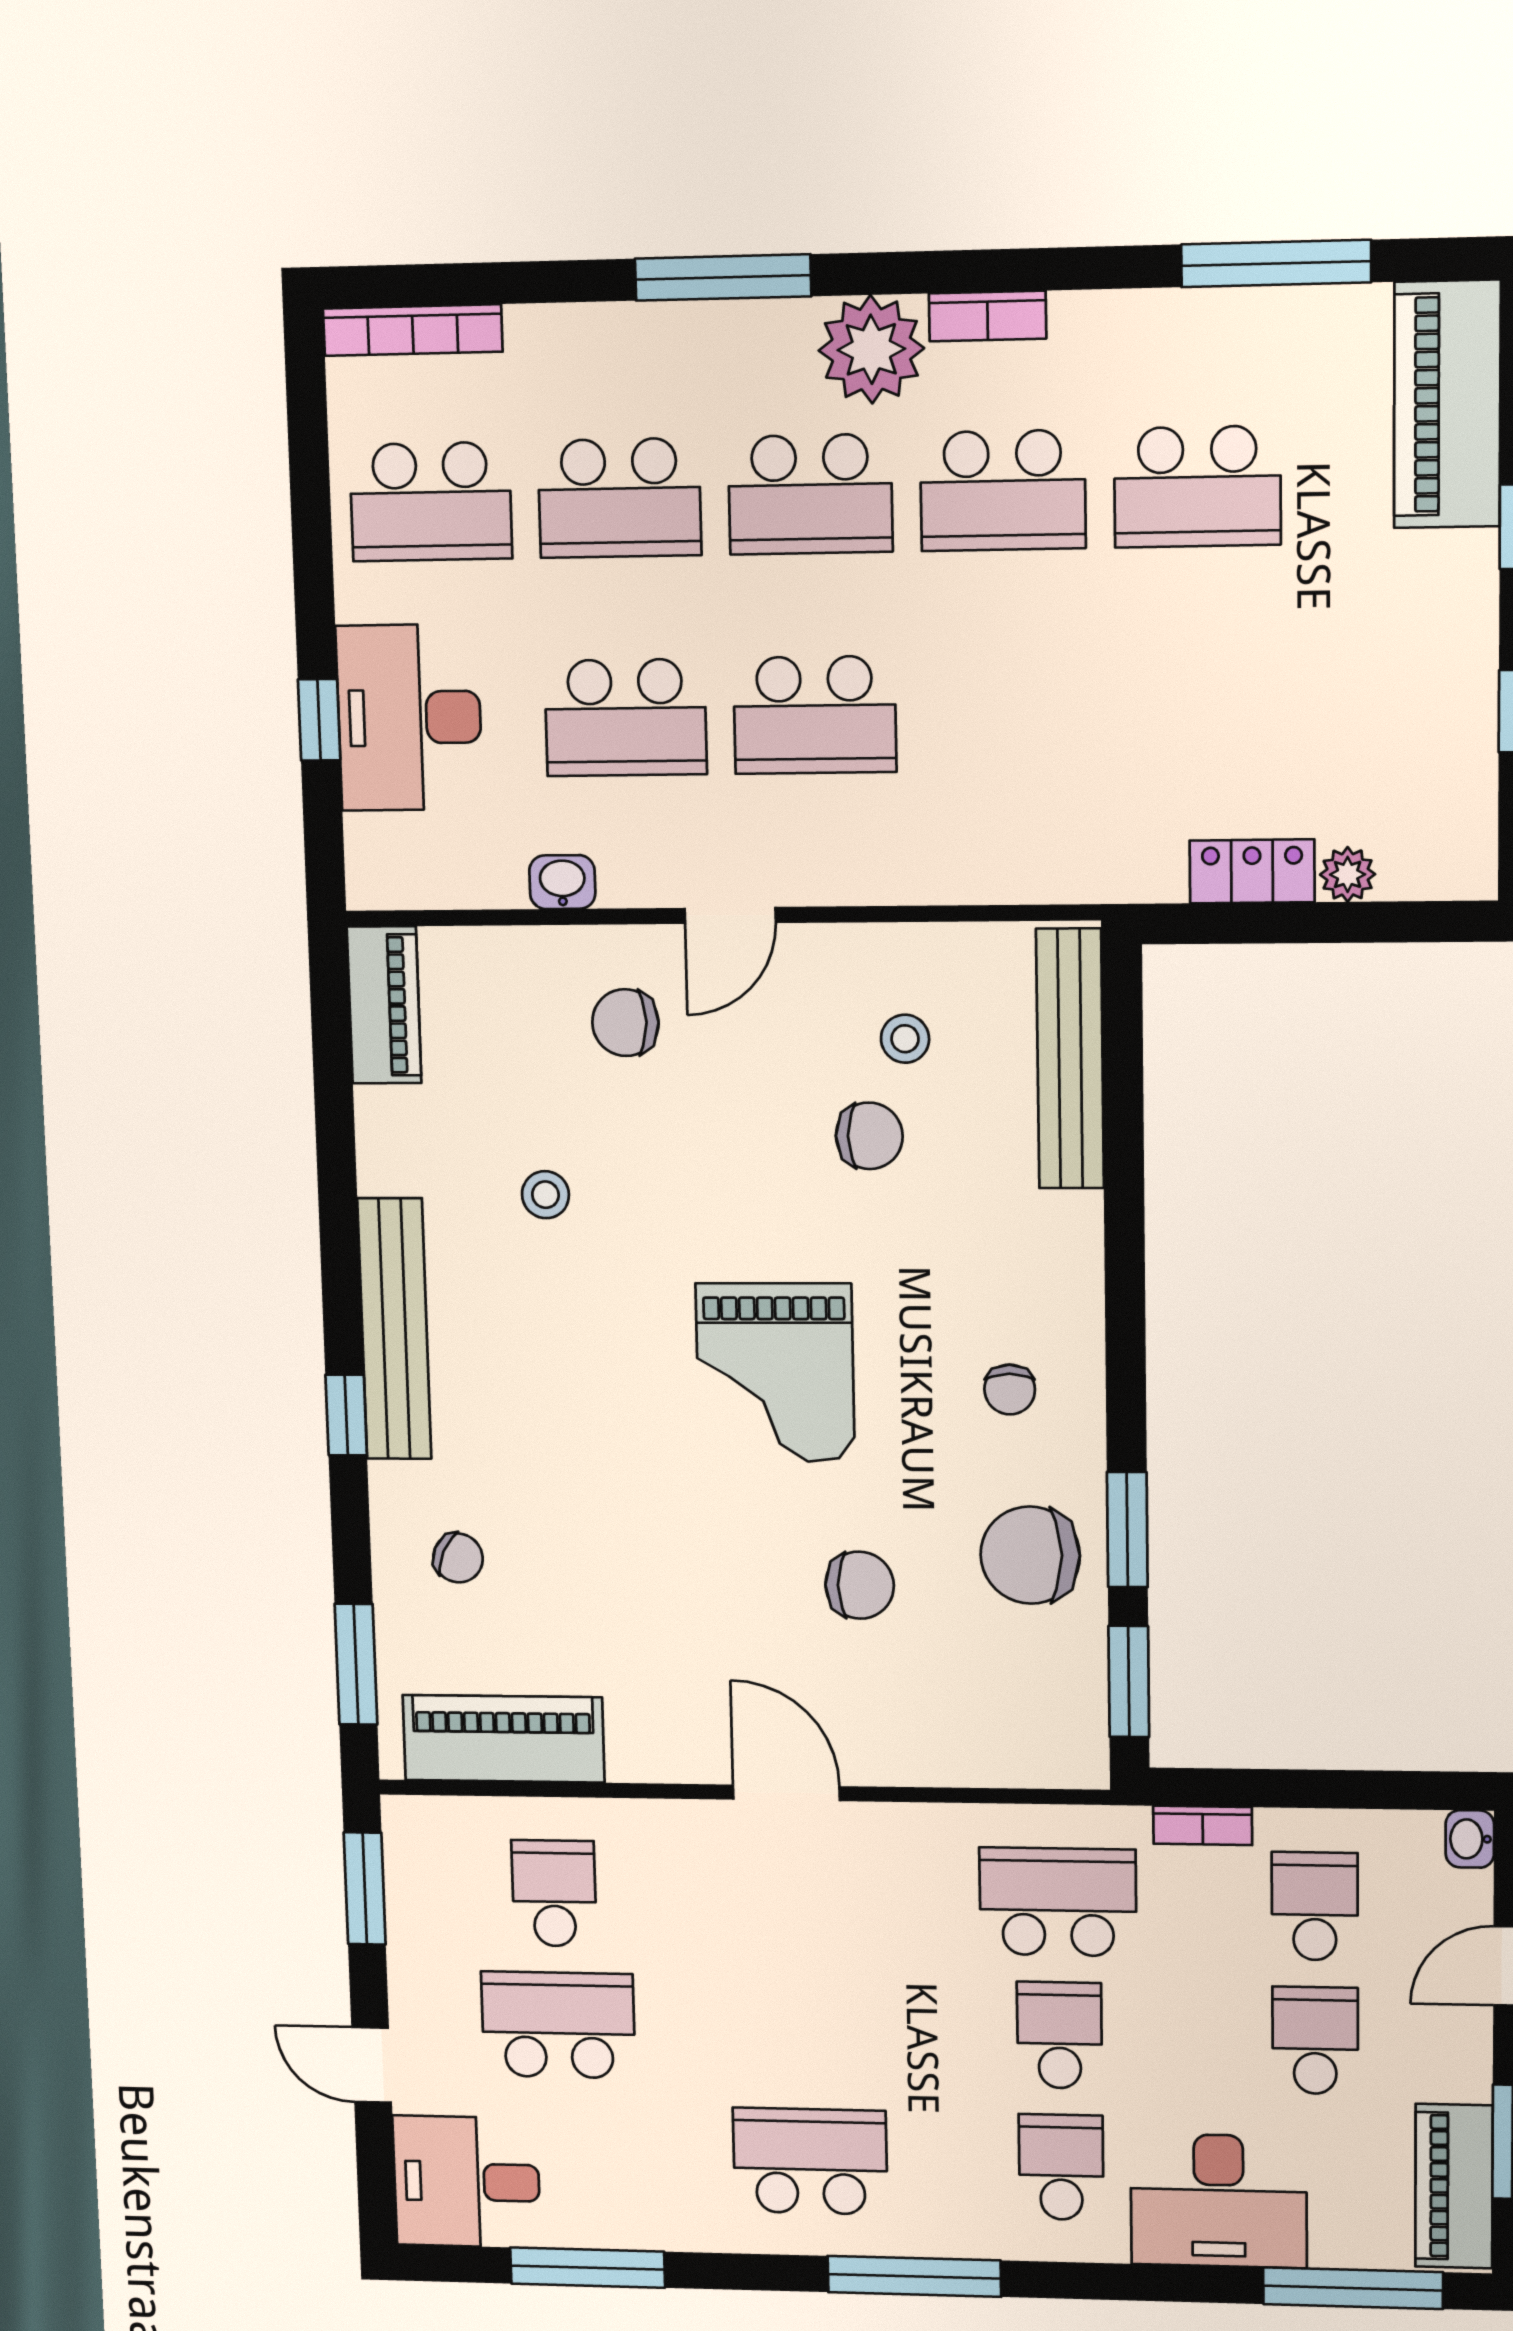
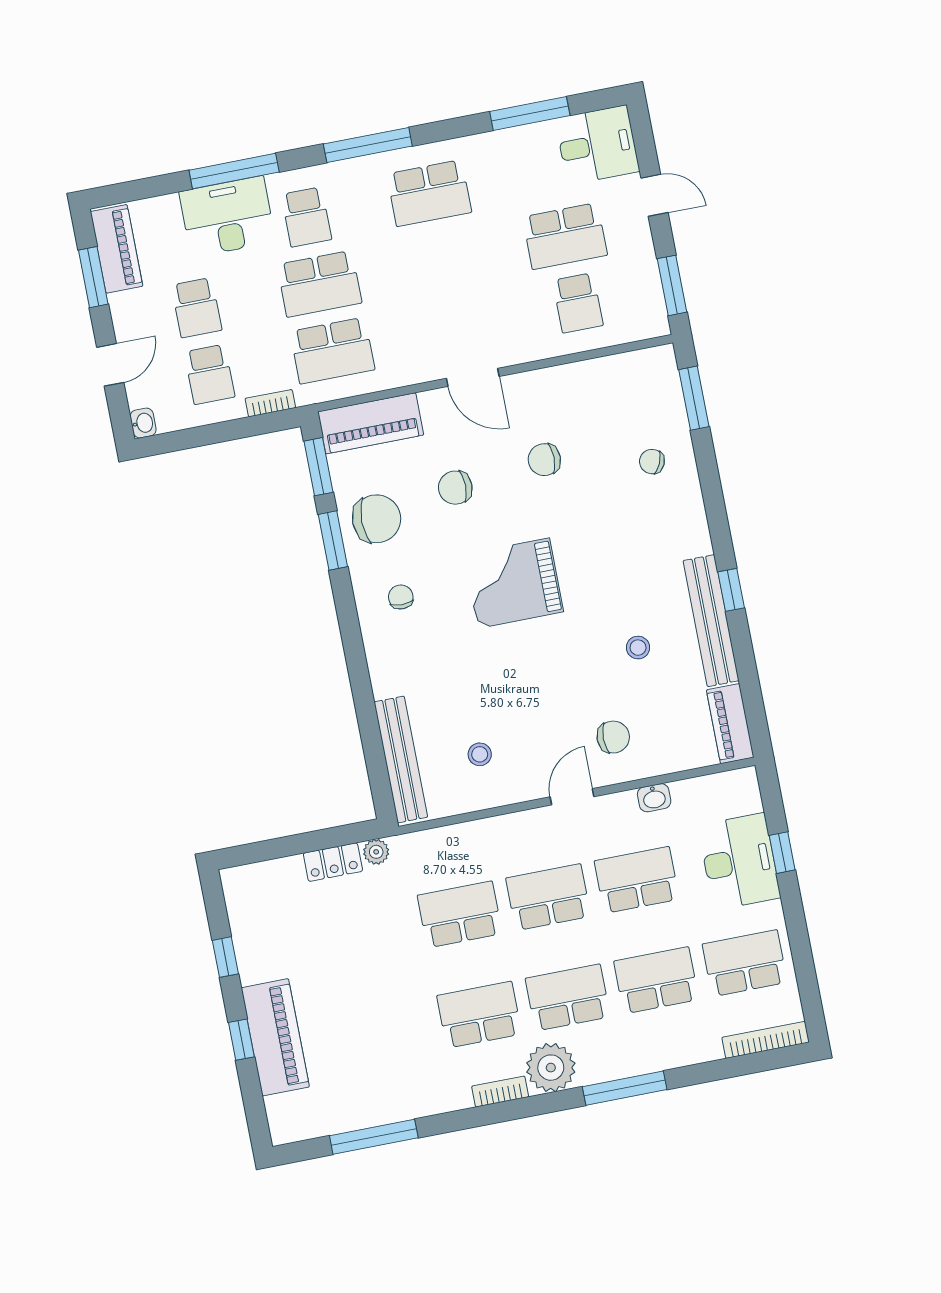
piano: (1447, 404) -> (275, 1037), moved
school desk: (1197, 487) -> (460, 914), moved
plant: (1348, 874) -> (376, 852), moved
chair: (869, 1136) -> (544, 460), moved
bench: (394, 1329) -> (711, 621), moved
grand piano: (775, 1373) -> (514, 583), turned -90
window: (346, 1415) -> (731, 590), moved
piano: (503, 1739) -> (371, 423), moved
school desk: (1060, 2035) -> (319, 284), width x1.85
window: (1353, 2288) -> (234, 171), moved

